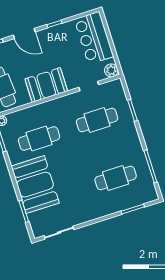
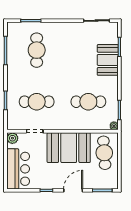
door: (24, 34) -> (73, 190), hinge flipped
booth: (46, 85) -> (69, 148), width x1.36, depth x1.42
cafe table: (116, 178) -> (37, 50), turned 90
booth: (35, 185) -> (108, 60), width x0.73, depth x0.70

